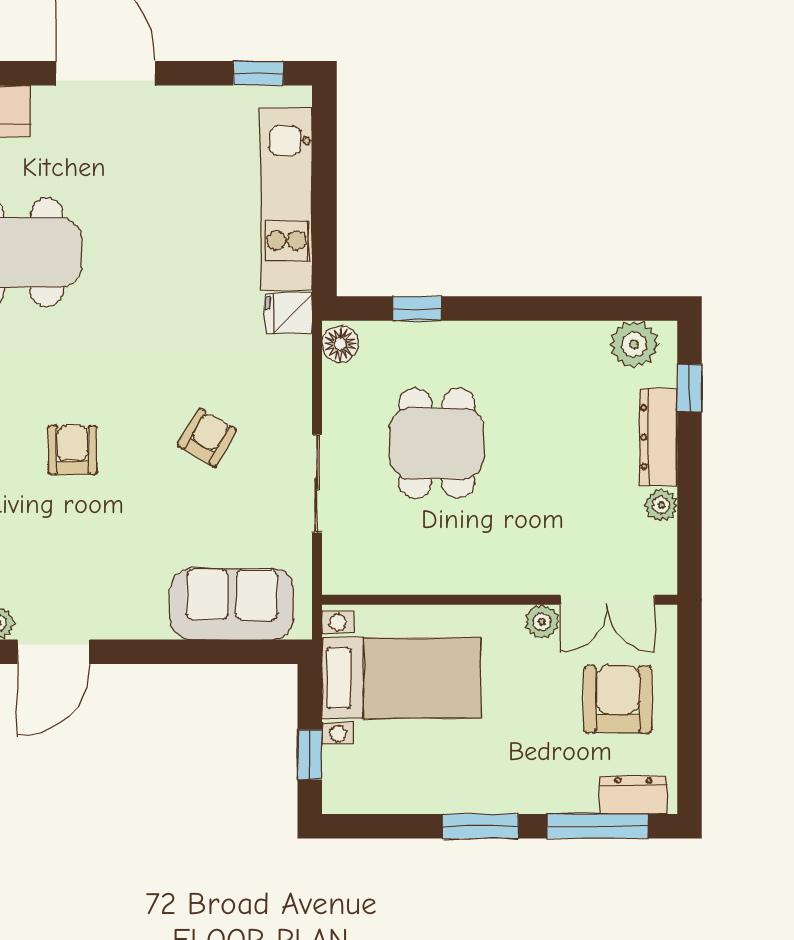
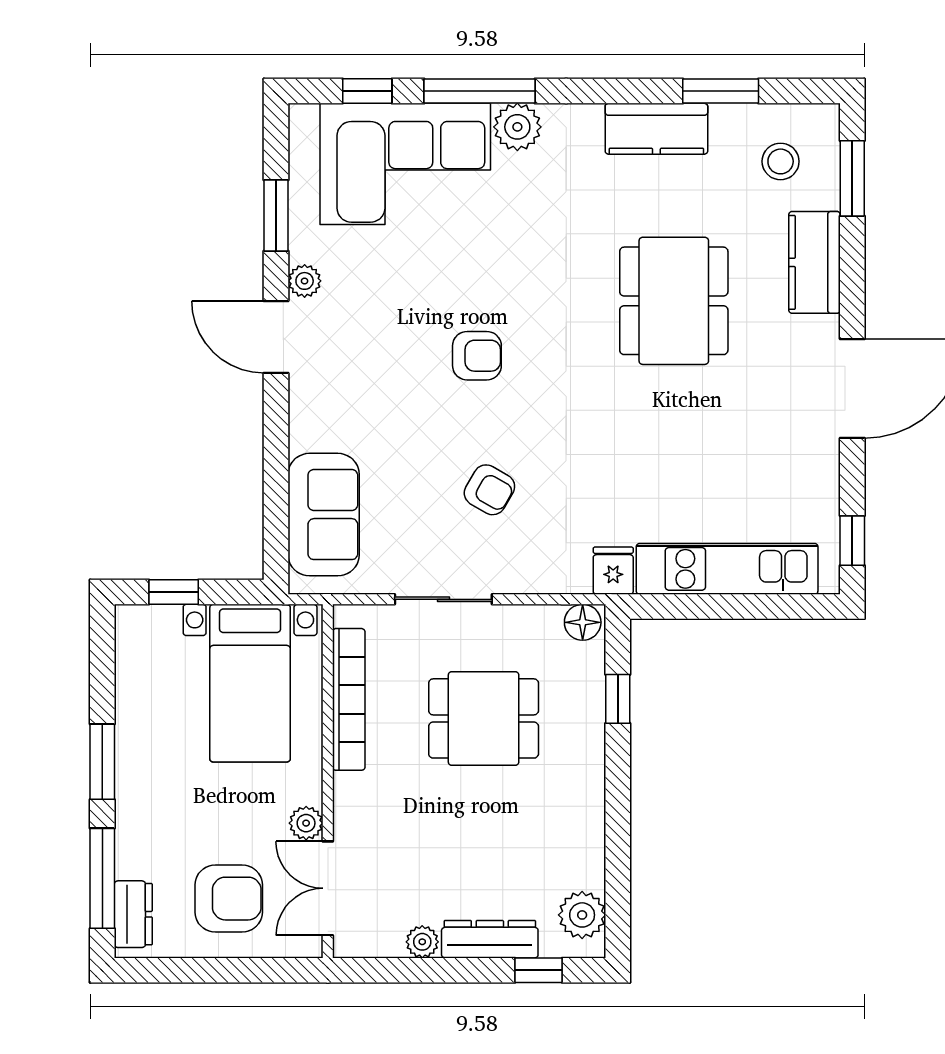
bookcase: (418, 579) -> (349, 699), added

